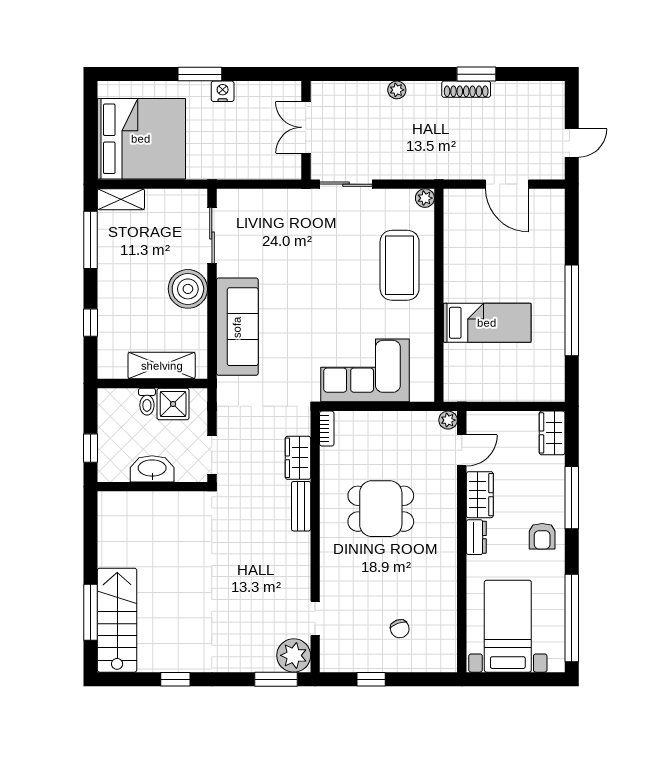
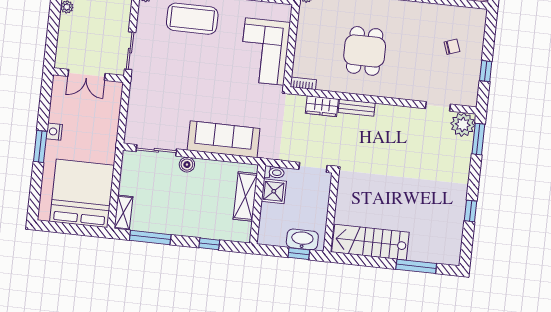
boiler: (188, 289) -> (187, 165), width x0.54, depth x0.54
toilet: (147, 402) -> (274, 172), moved
washbasin: (152, 469) -> (302, 239), moved, turned 90
stairs: (117, 620) -> (370, 242), moved

